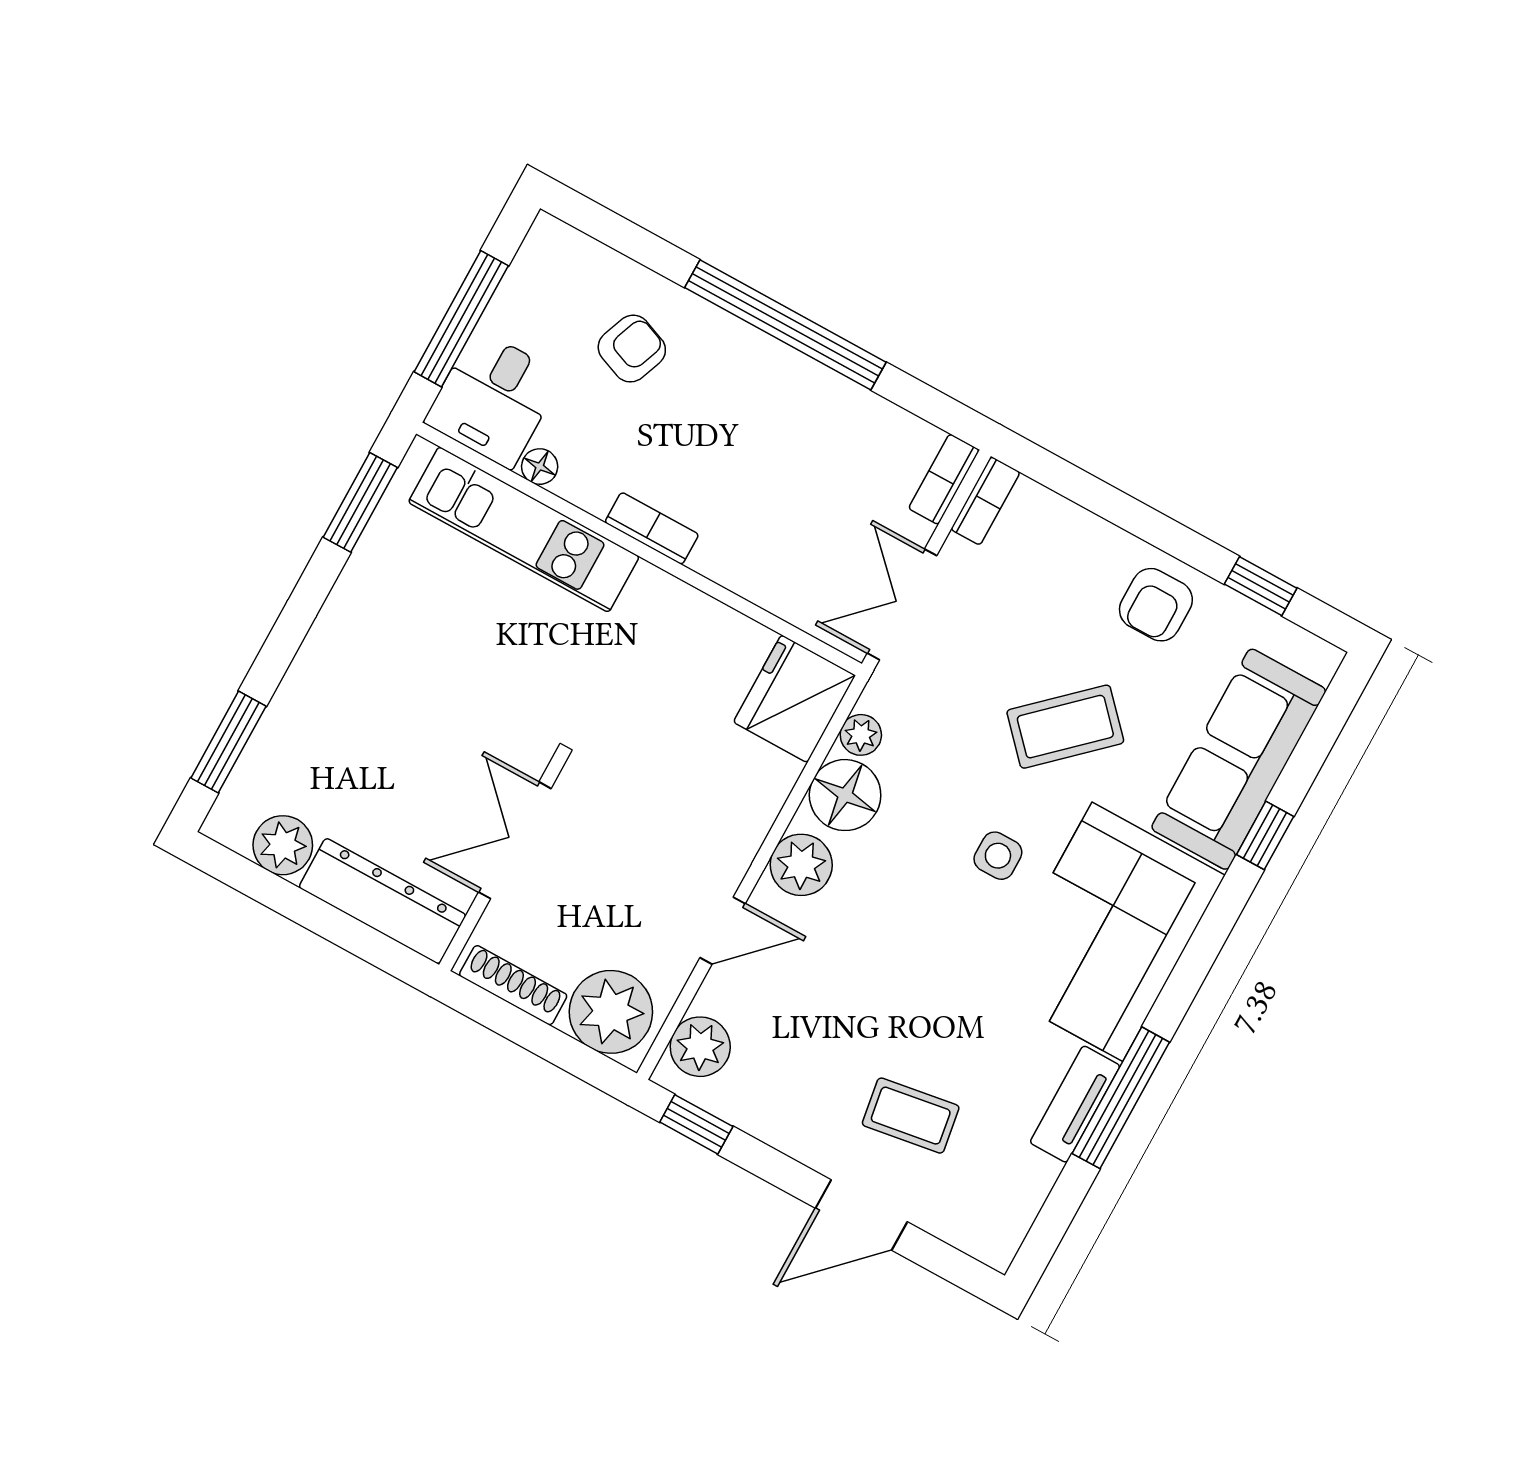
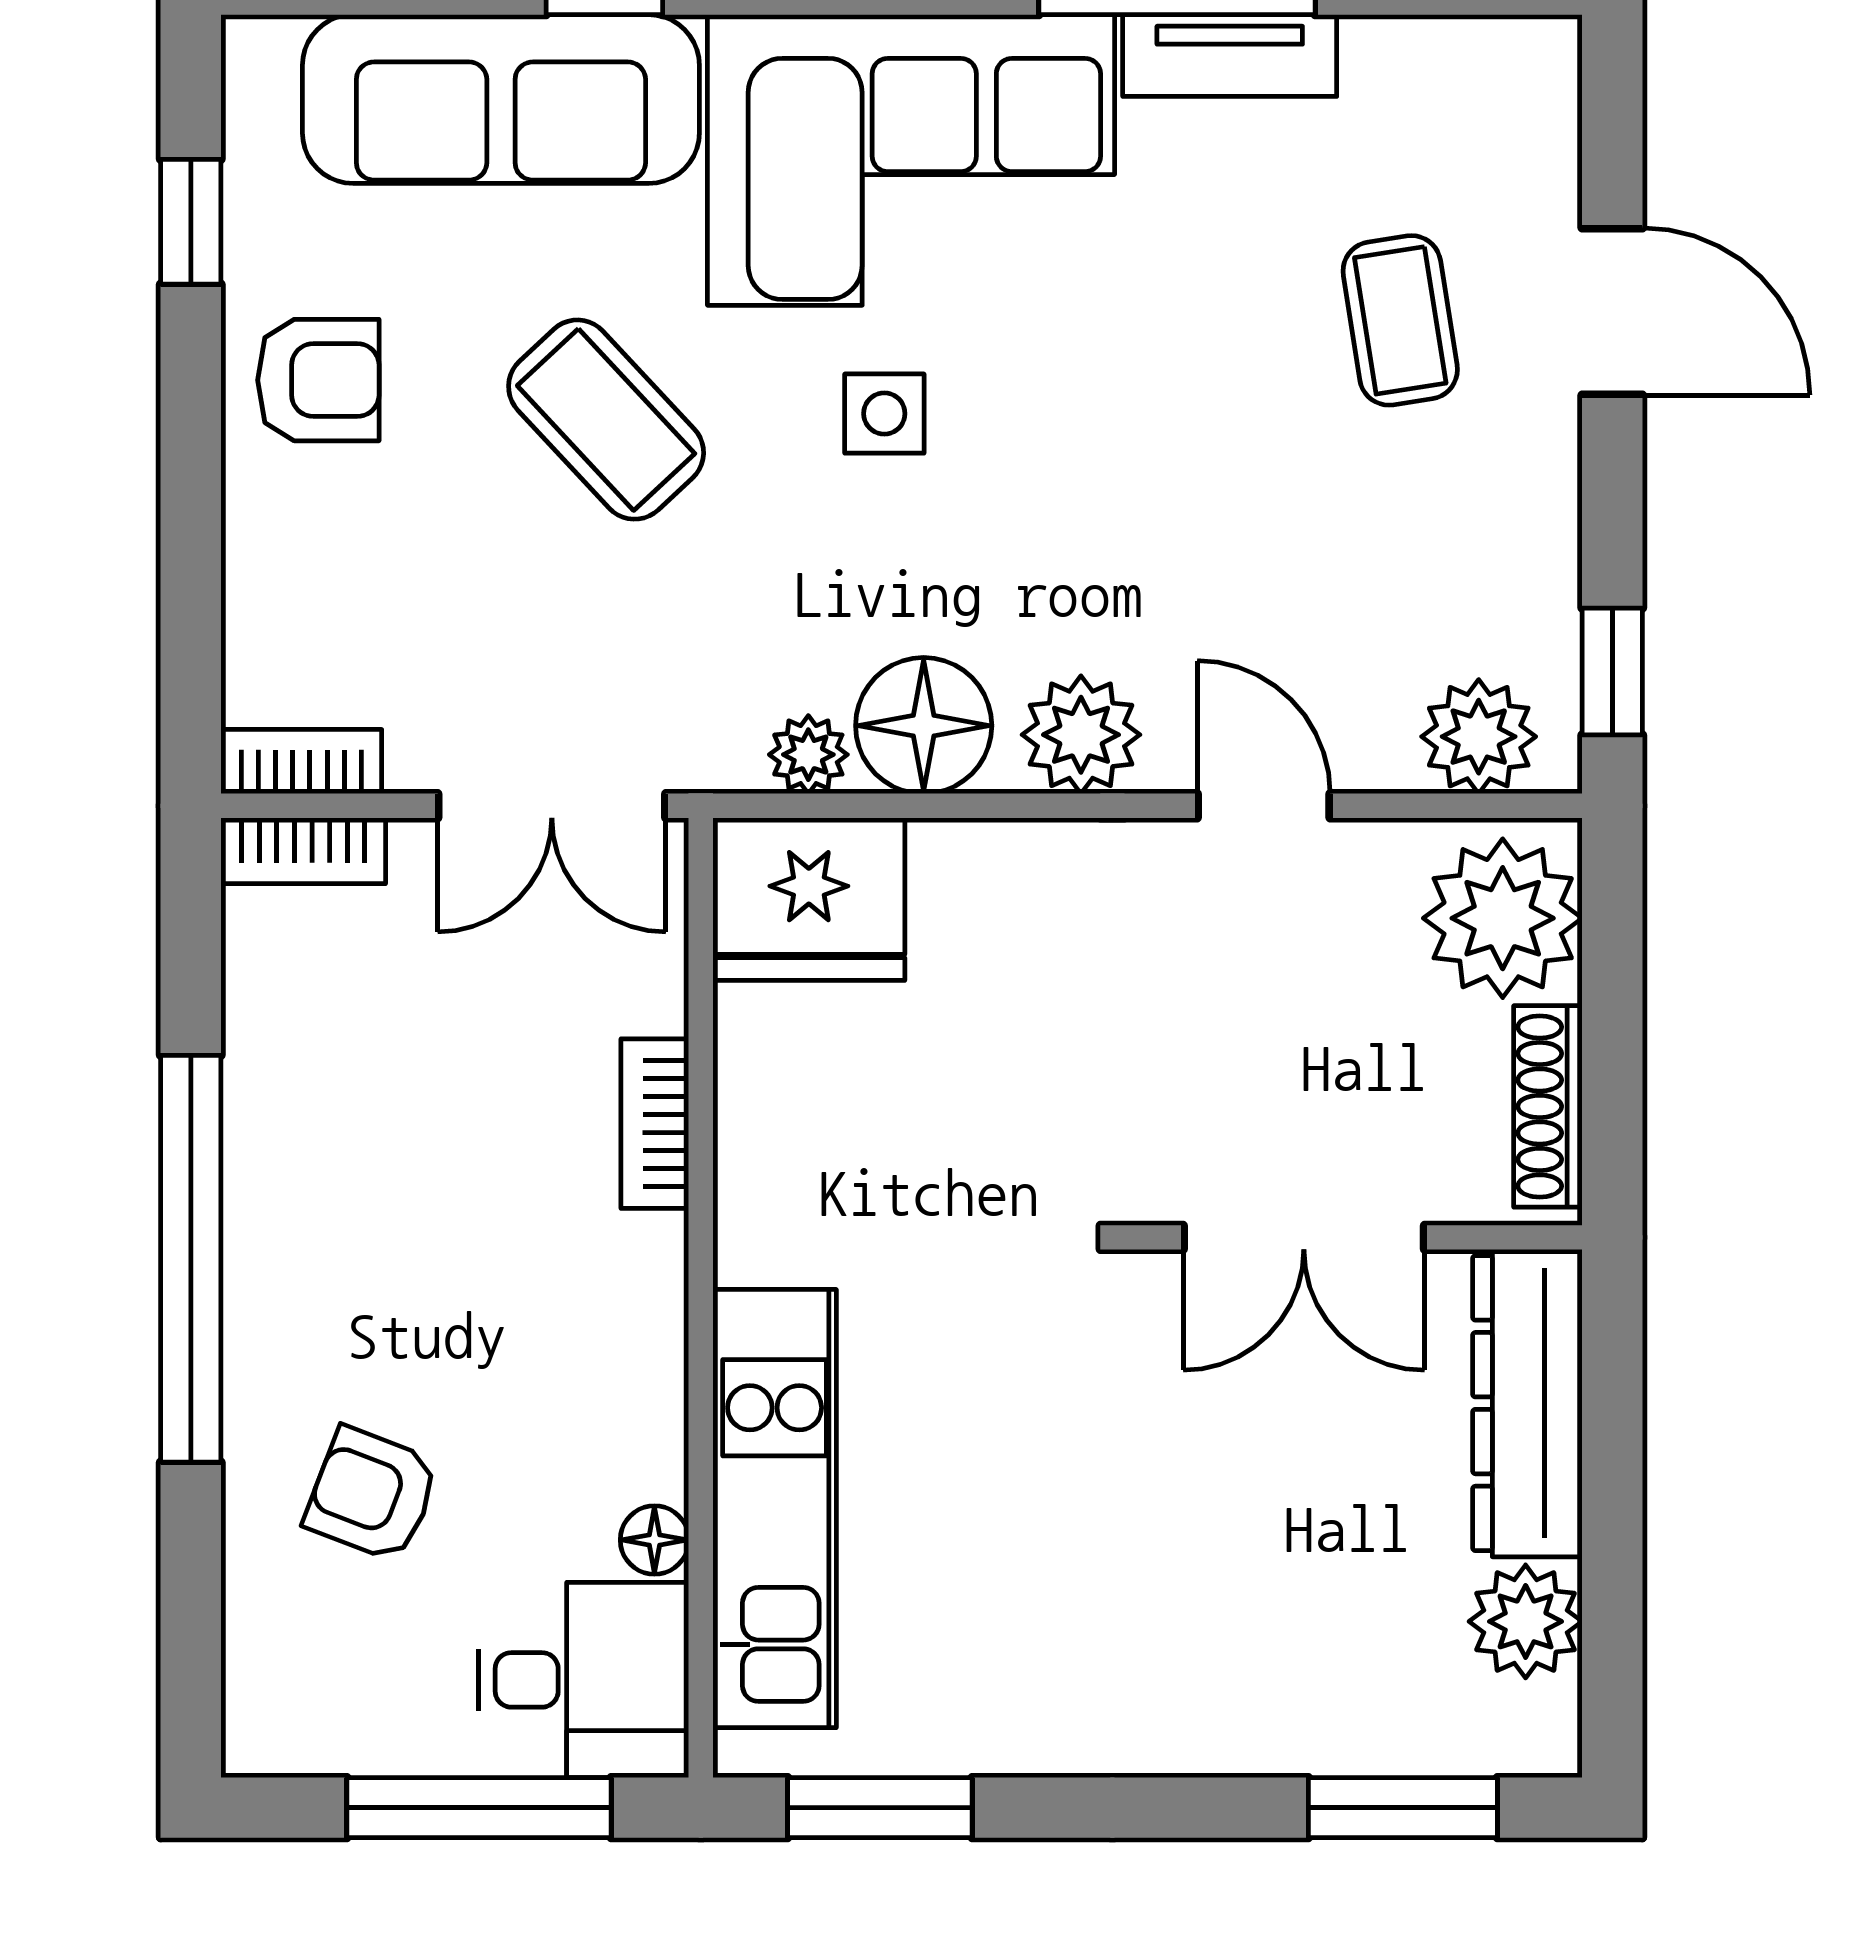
bookcase: (652, 528) -> (655, 1124), moved

